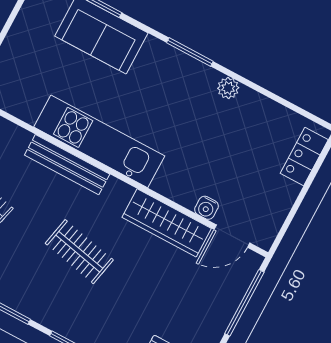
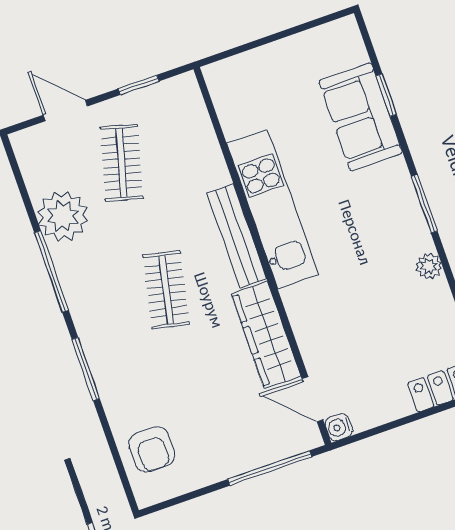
bench: (67, 165) -> (237, 236), moved
water cooler: (206, 208) -> (339, 427), moved

